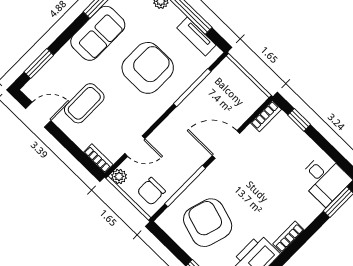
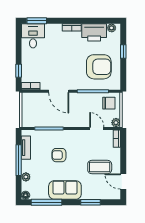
window: (39, 64) -> (90, 202), moved
armchair: (148, 68) -> (59, 155), width x0.53, depth x0.53
armchair: (208, 223) -> (99, 67), turned -107

